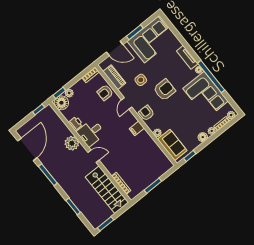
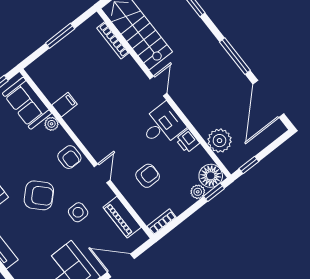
armchair: (164, 90) -> (39, 195), turned -134
armchair: (105, 93) -> (148, 176), moved
filing cabinet: (137, 128) -> (65, 105), moved
plant: (72, 143) -> (220, 141), moved
door: (93, 156) -> (158, 86), swing flipped

